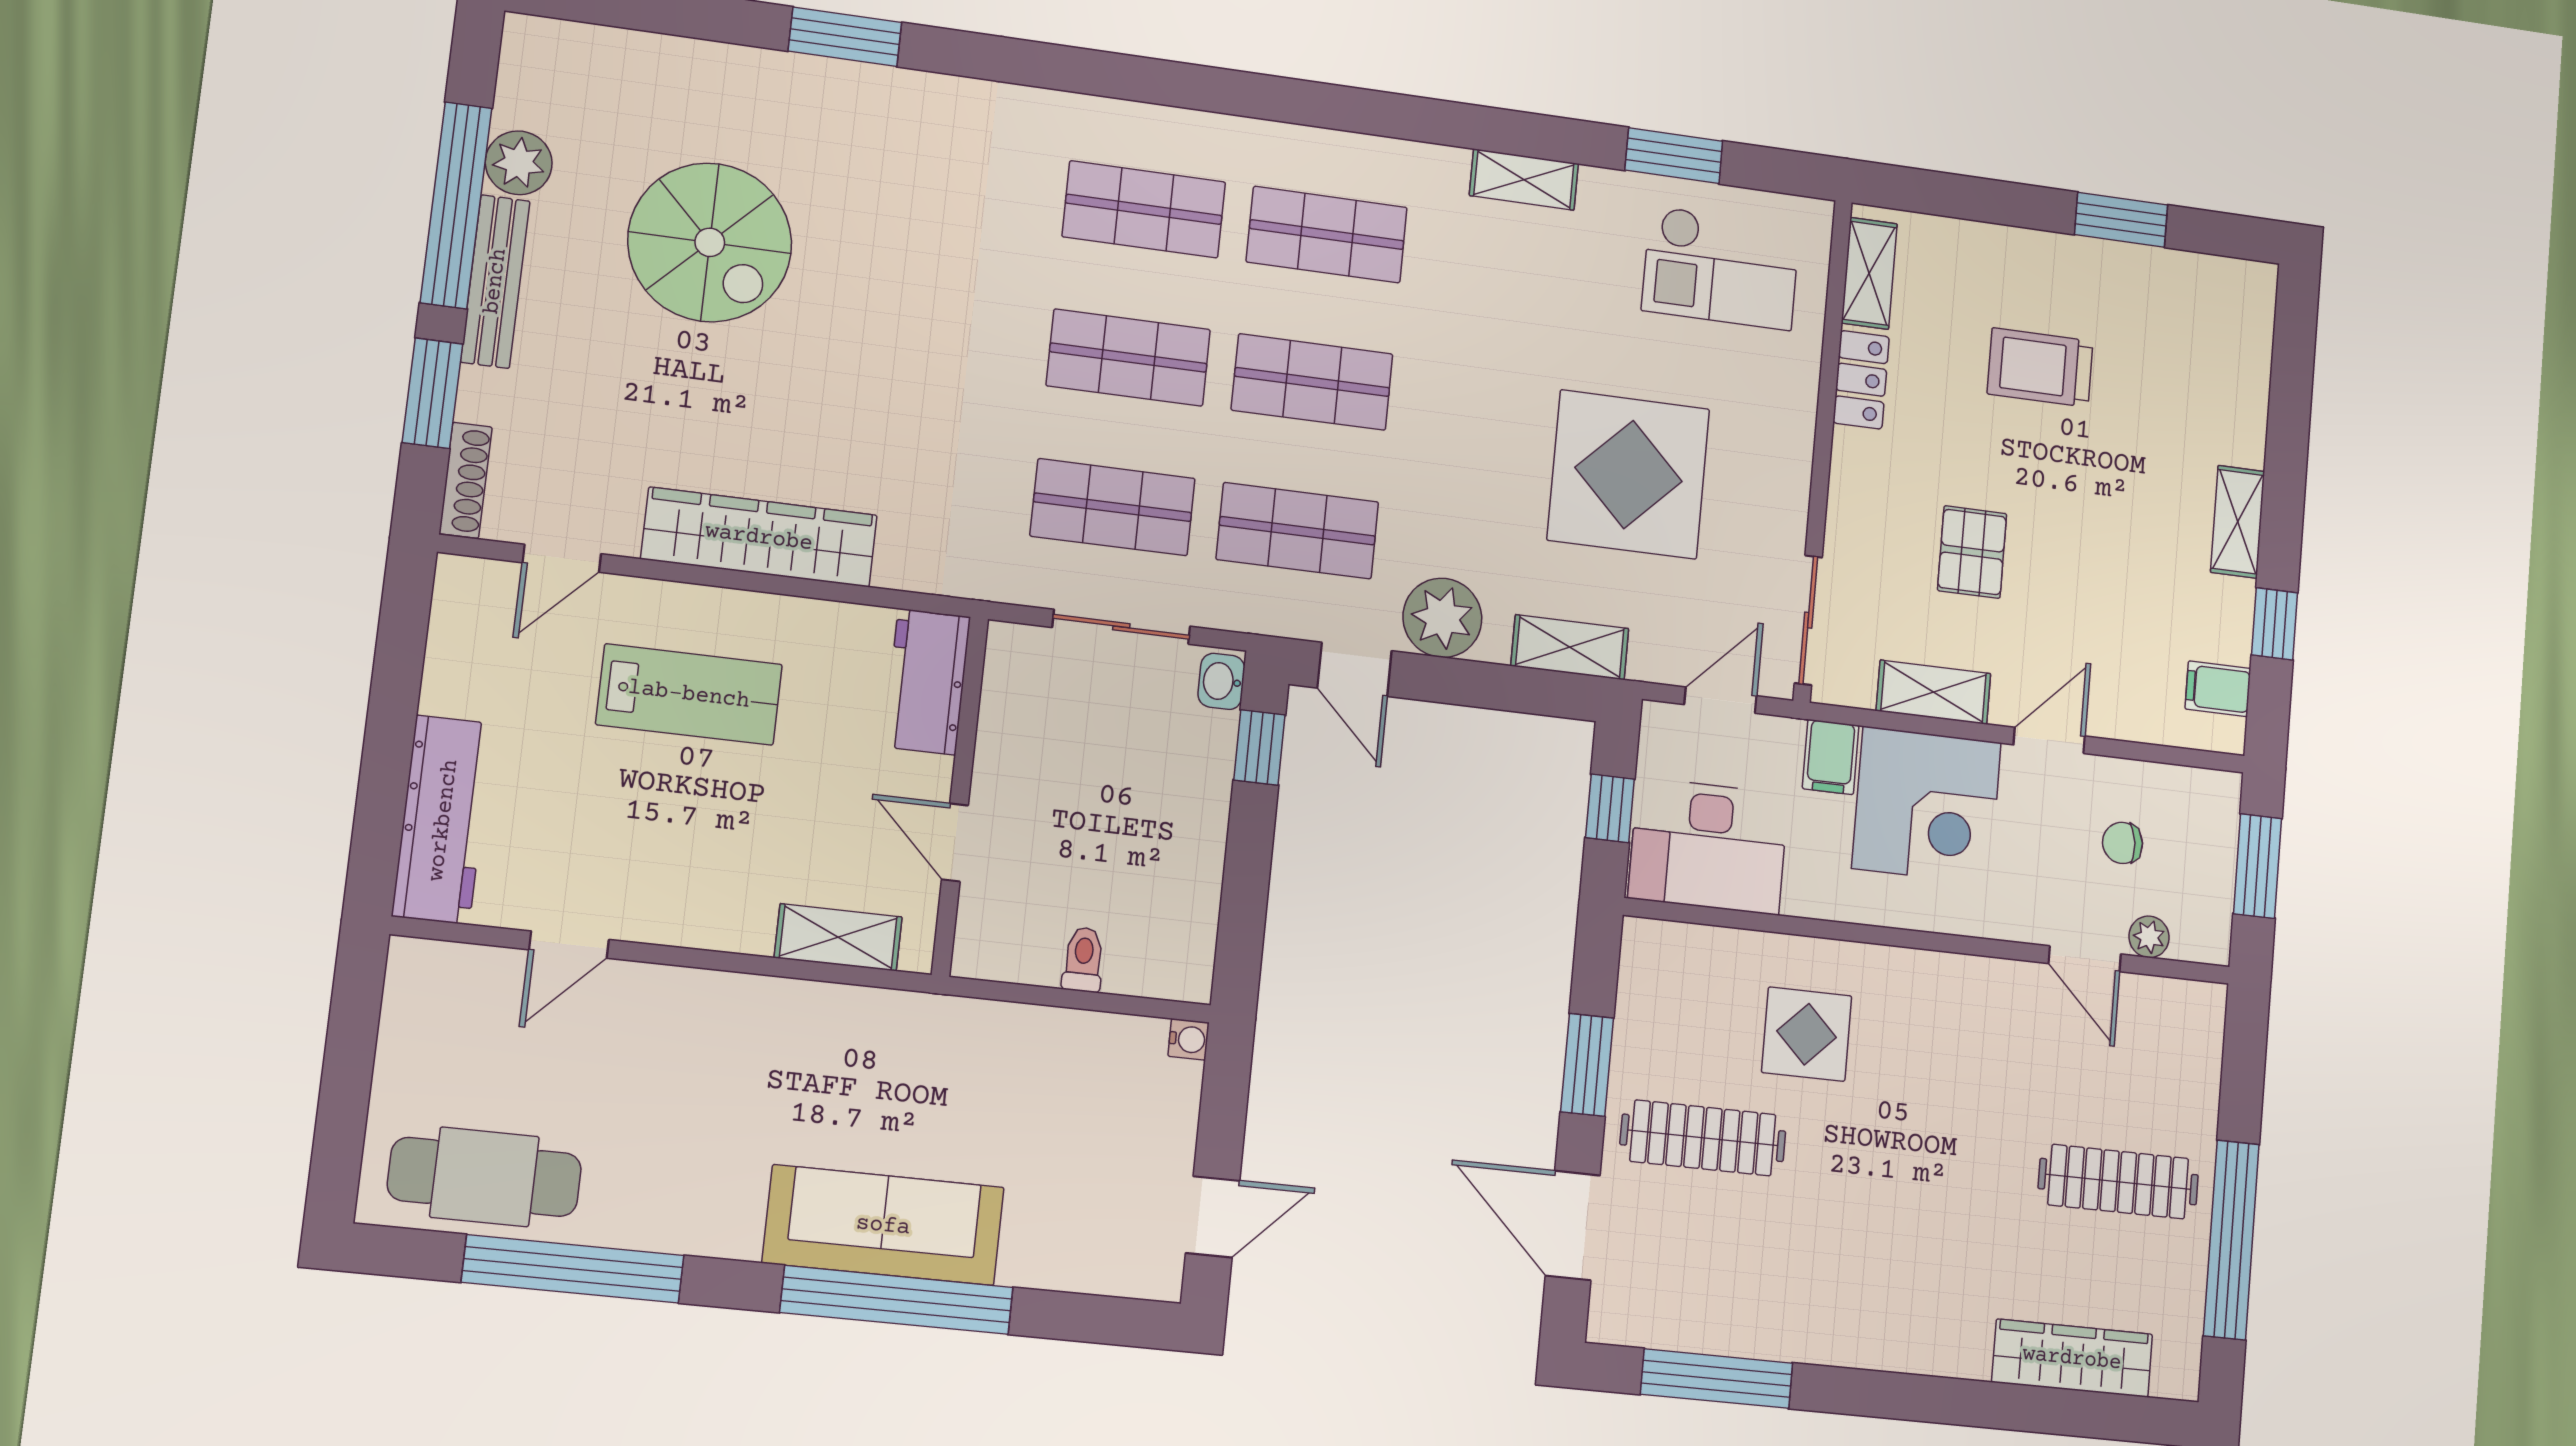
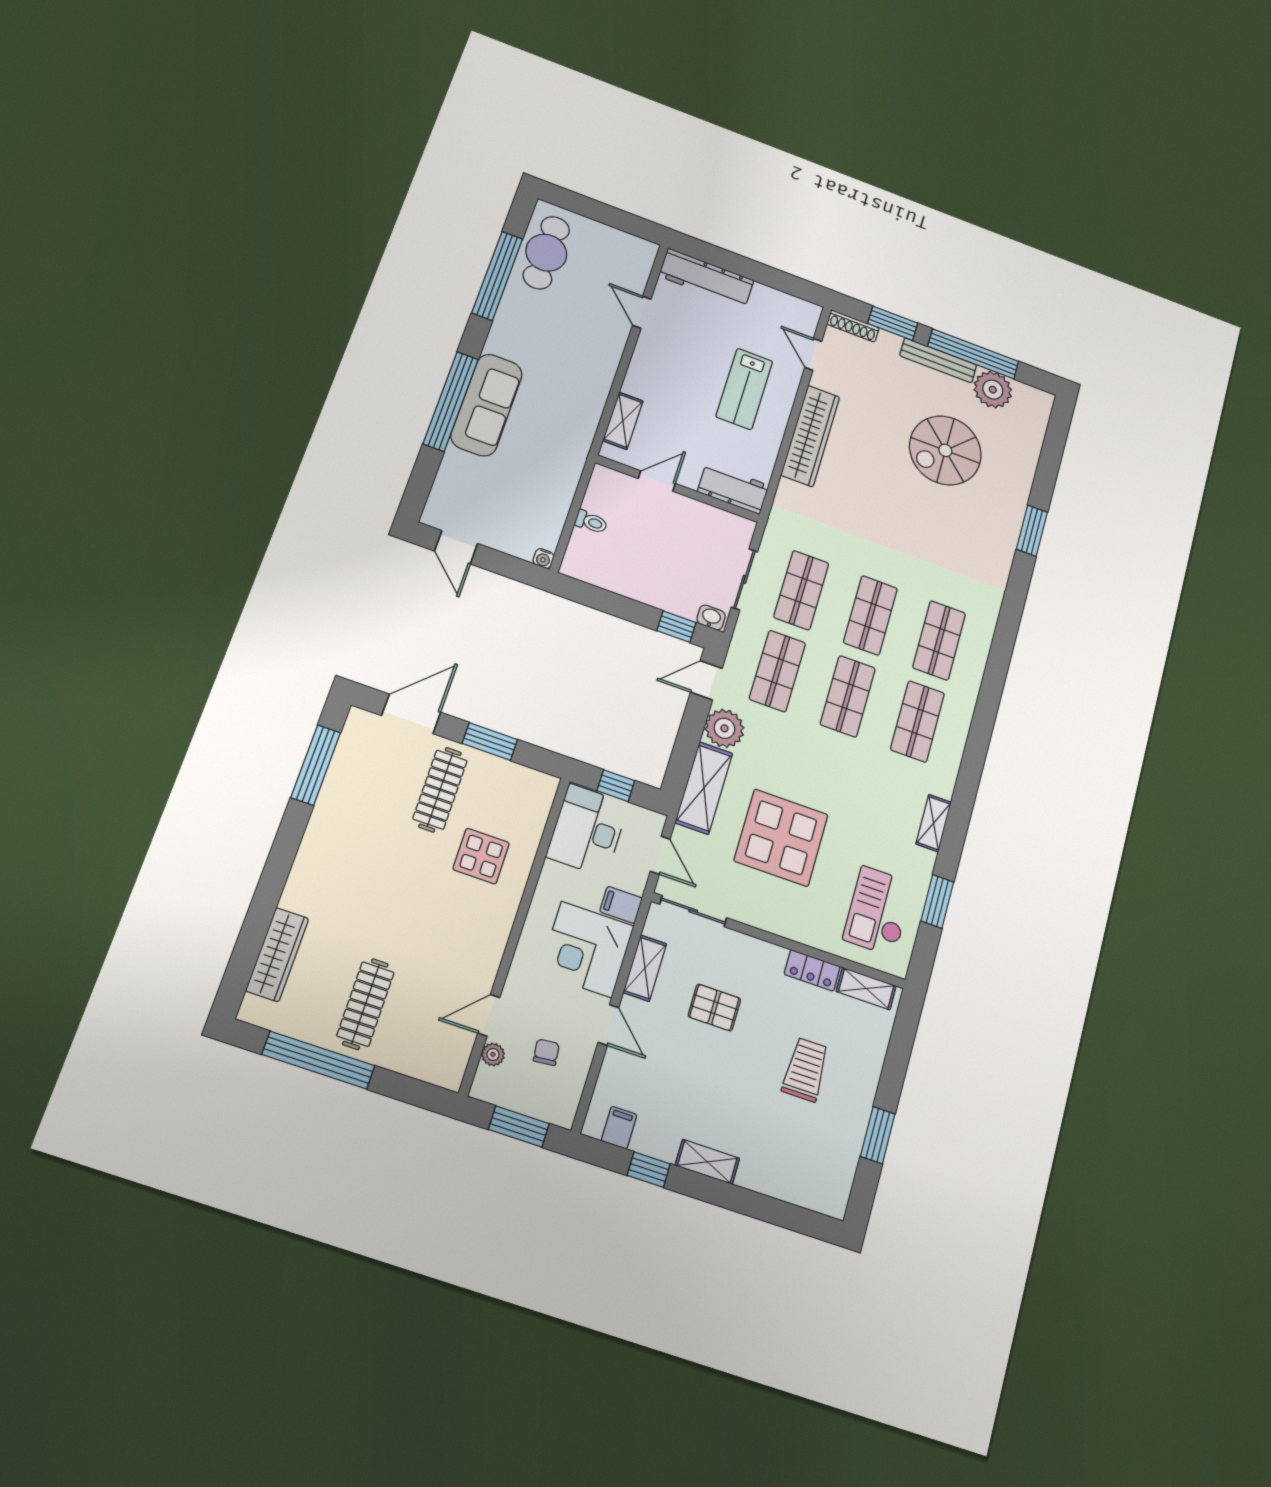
plant: (519, 163) -> (993, 390), width x1.36, depth x1.36
shelving: (1570, 647) -> (704, 788), width x1.50, depth x1.33

